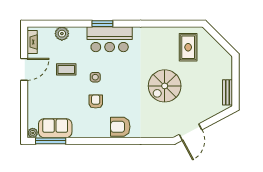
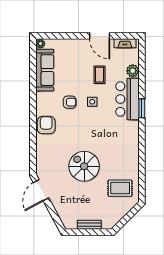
bar counter: (110, 39) -> (127, 99), moved
bench: (228, 92) -> (89, 225), moved
sofa: (55, 128) -> (45, 70), width x1.36
door: (190, 132) -> (41, 190), hinge flipped
window: (51, 141) -> (33, 60), removed

